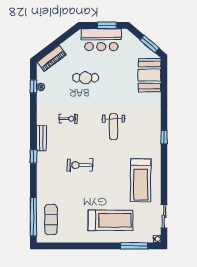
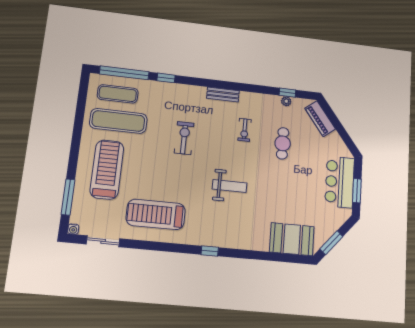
cafe table: (86, 78) -> (283, 143), moved
weight bench: (114, 127) -> (230, 186), turned 180
window: (33, 156) -> (166, 78), moved
exercise mat: (72, 216) -> (118, 121), added
treadmill: (111, 220) -> (107, 169), turned 180

